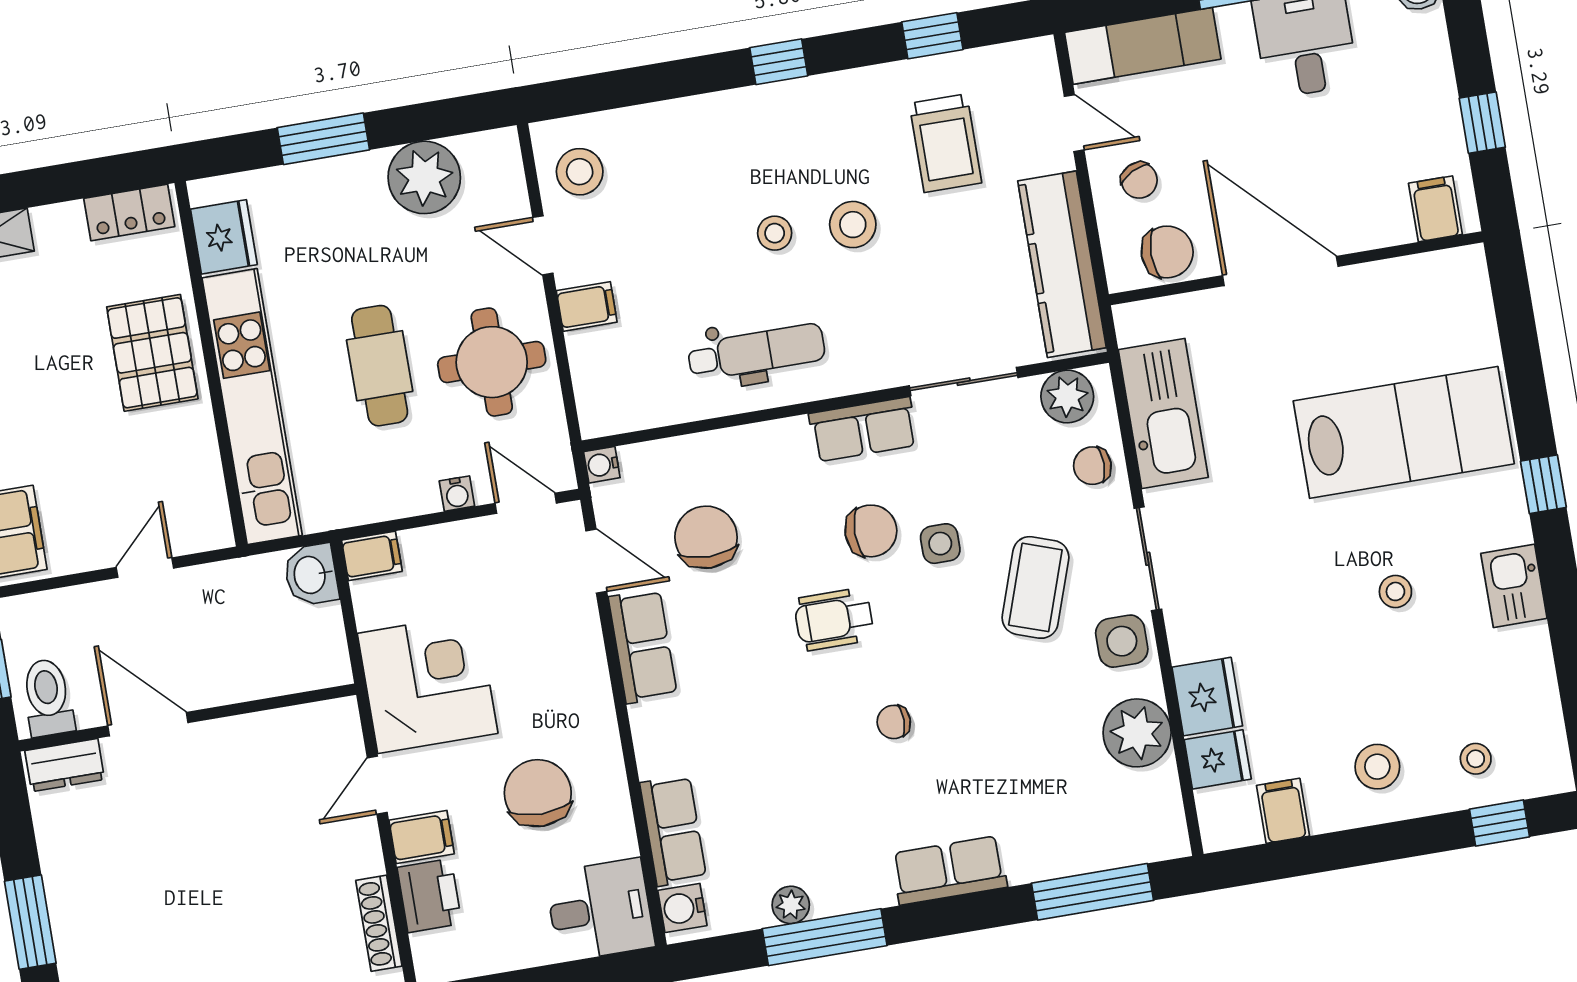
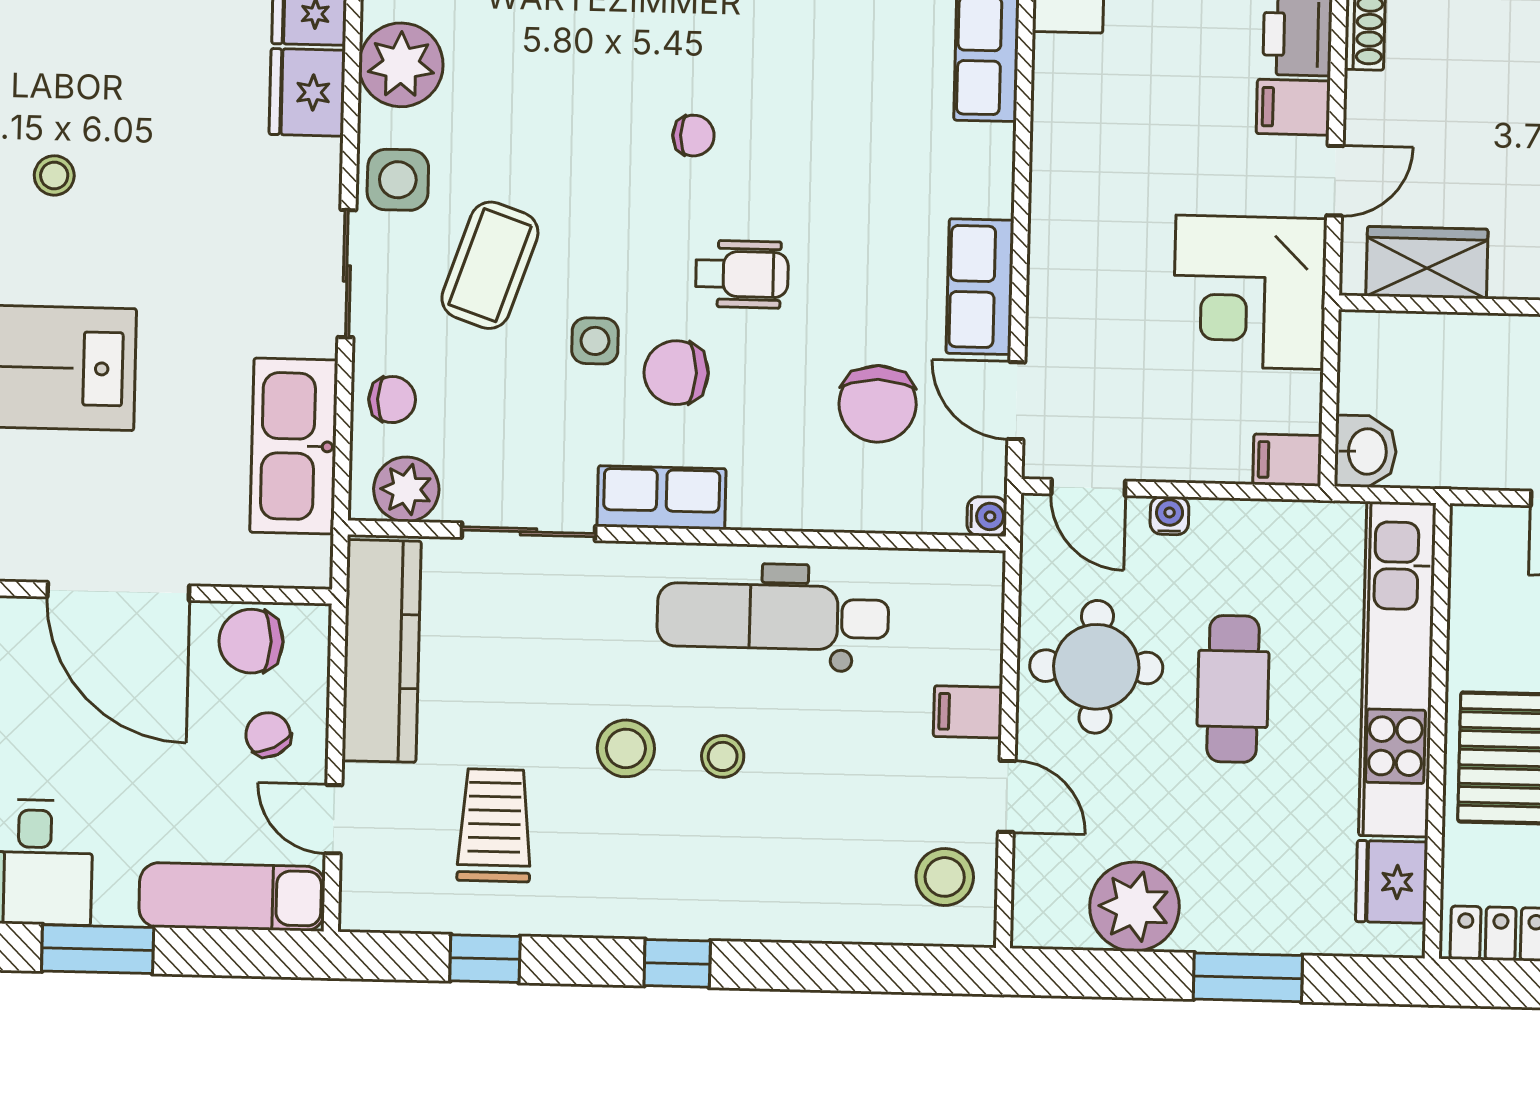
dental chair: (756, 352) -> (773, 617), width x1.36, depth x1.38
wardrobe: (291, 734) -> (1427, 263), added
chair: (538, 793) -> (1142, 133), removed

